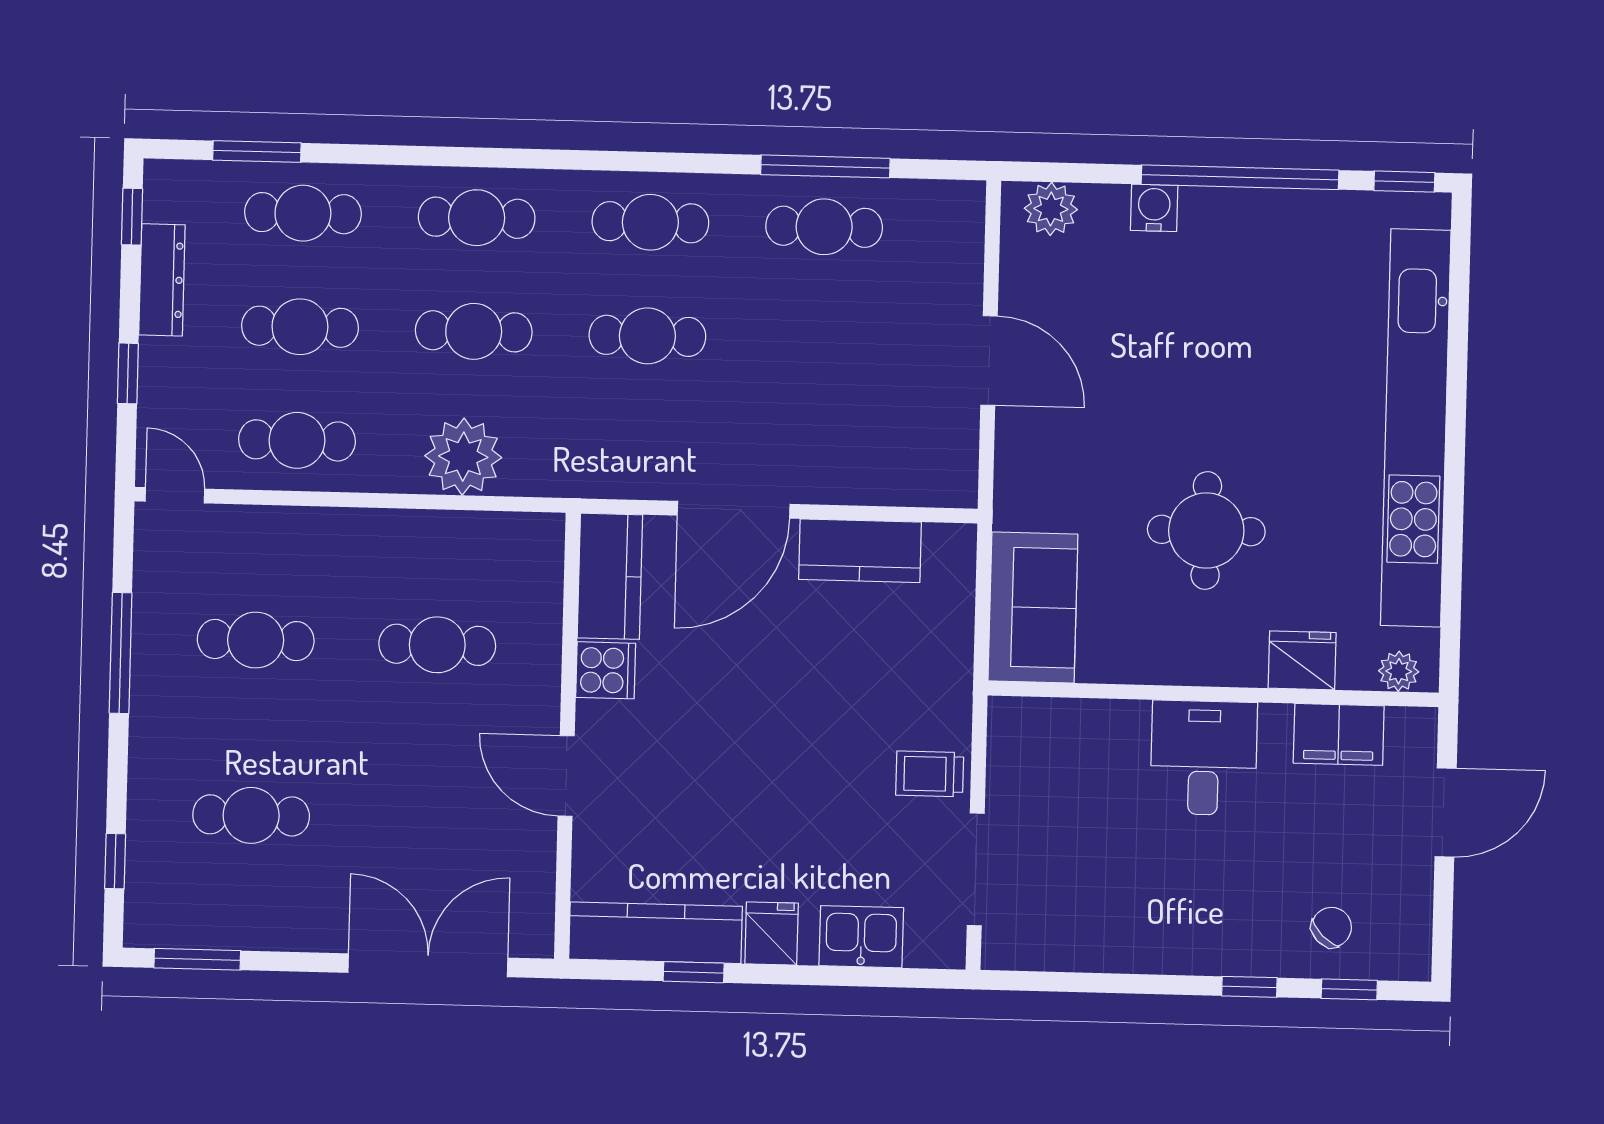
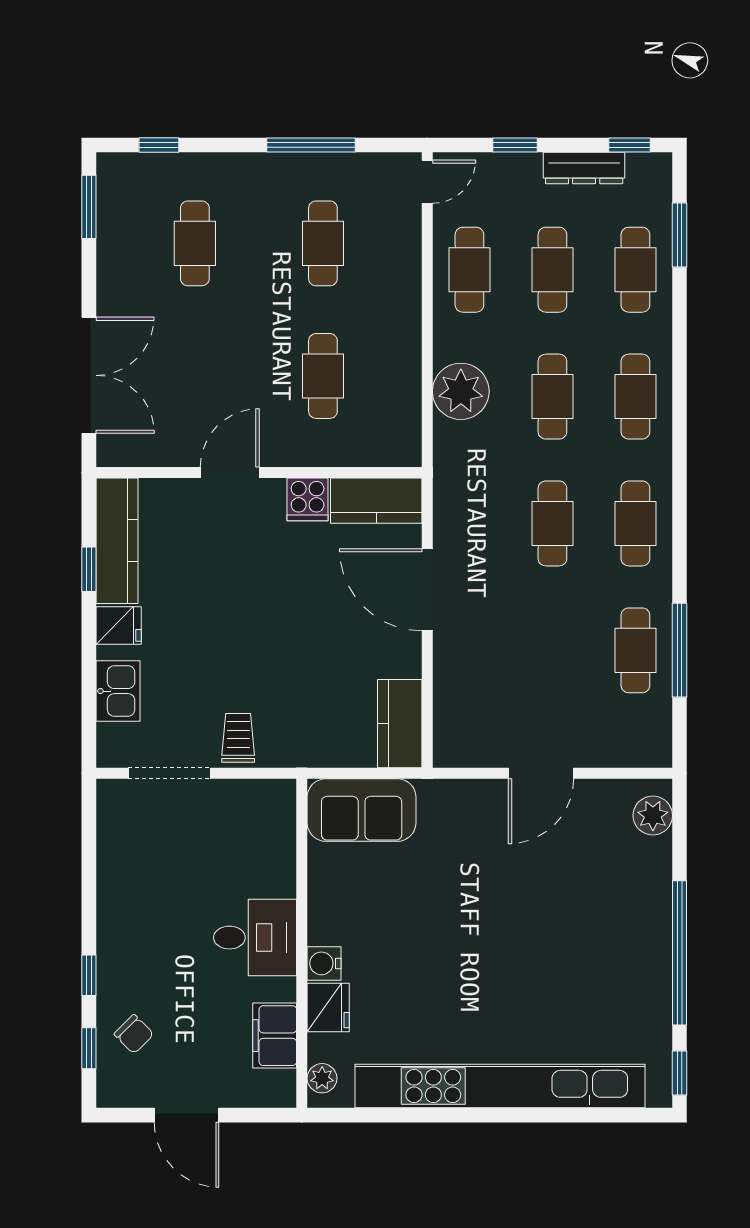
water cooler: (1154, 208) -> (324, 963), moved, turned 180
round table: (1206, 530) -> (421, 935), removed
kitchen counter: (860, 551) -> (400, 724), moved
door: (1446, 812) -> (187, 1115), moved

